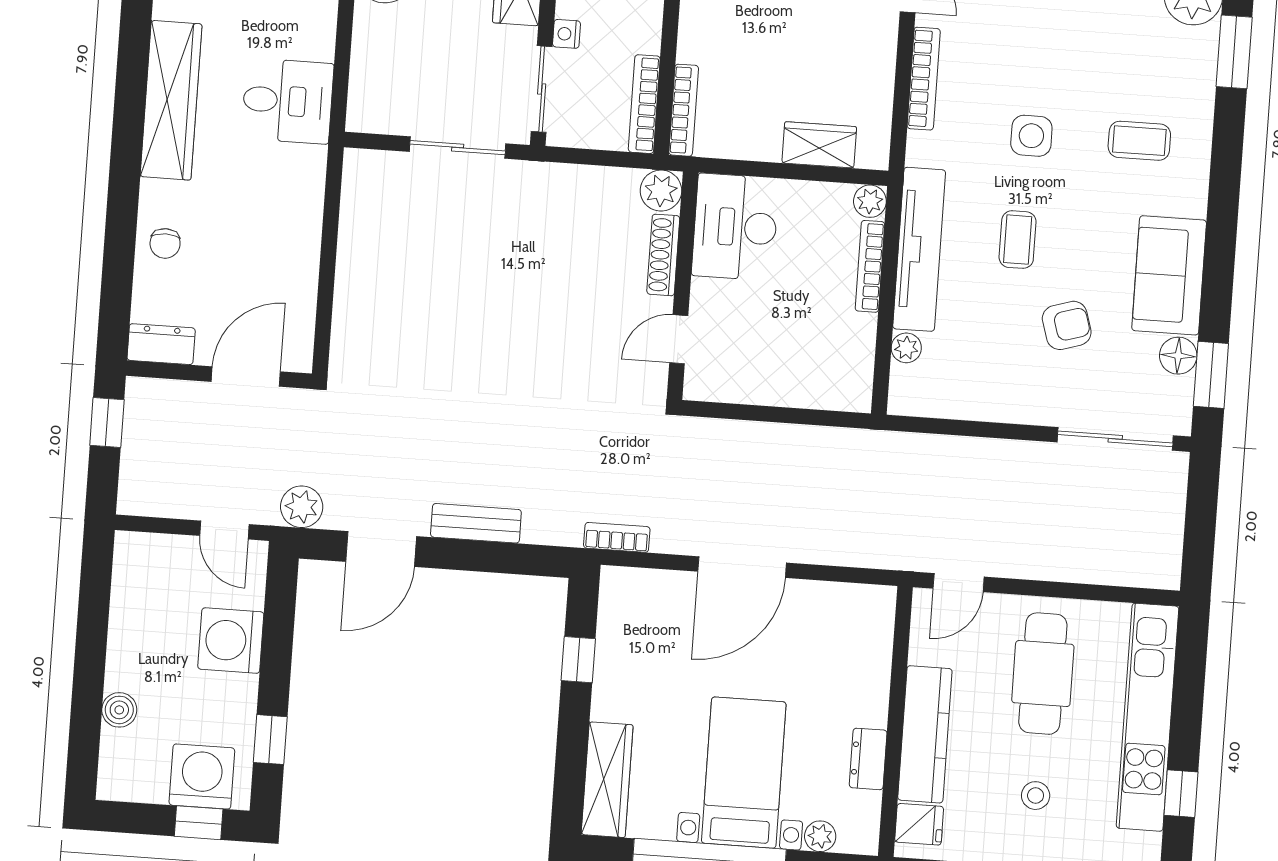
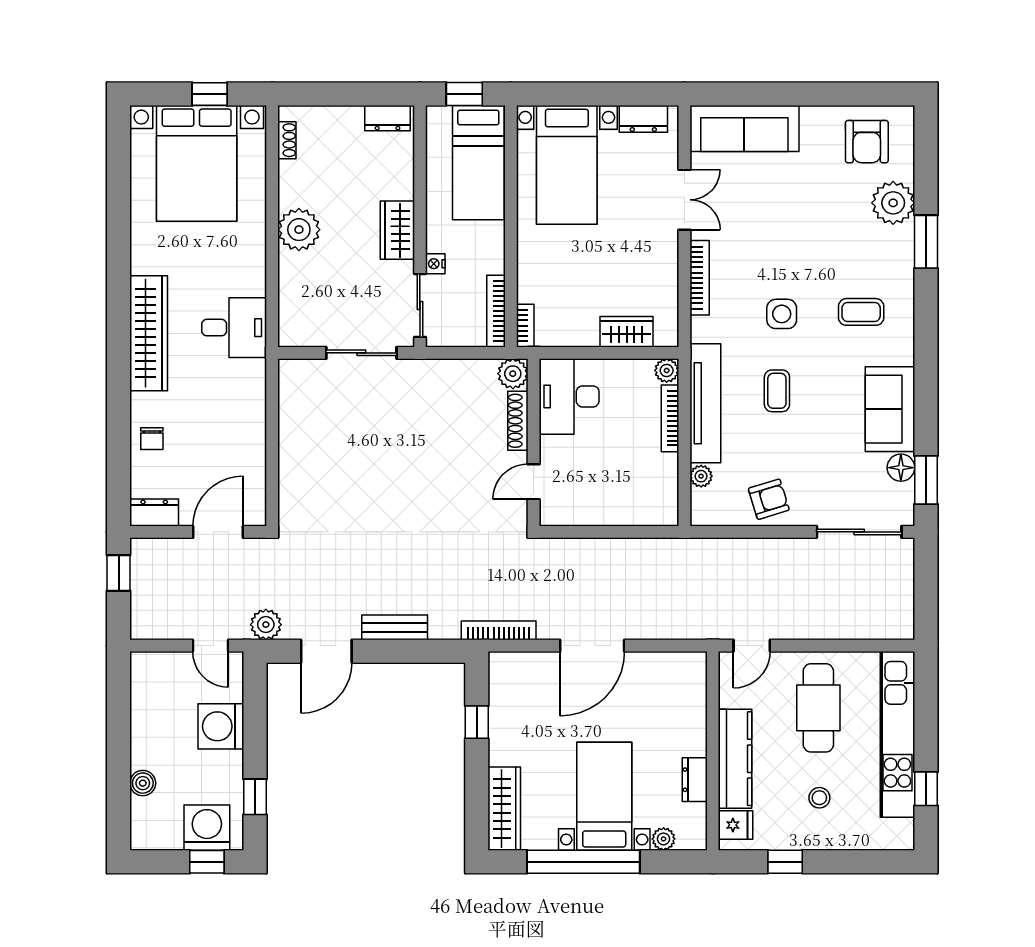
bookcase: (684, 110) -> (525, 326), width x0.64
armchair: (1067, 325) -> (769, 499), moved
bookcase: (617, 537) -> (499, 630), width x1.56

